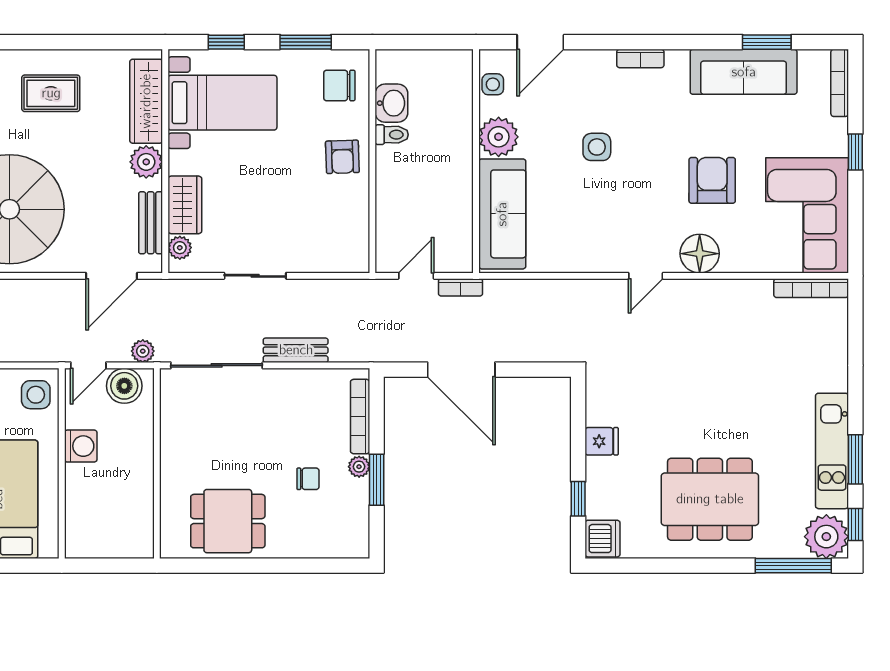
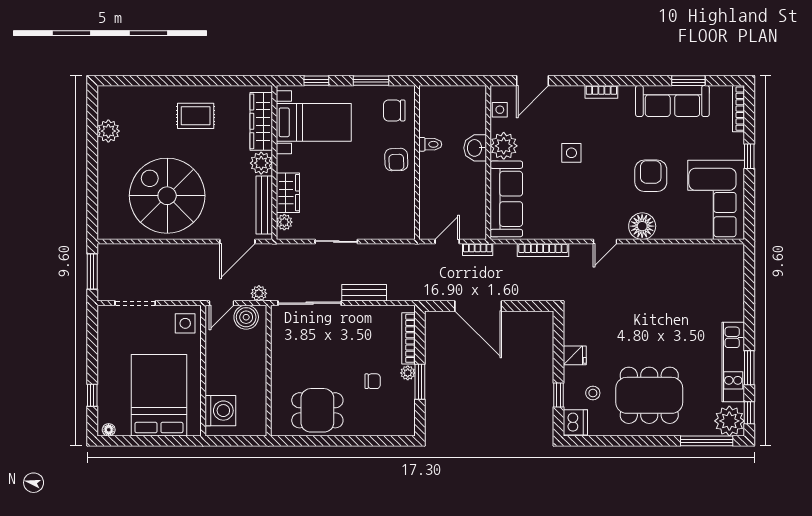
washbasin: (391, 103) -> (475, 148), moved, turned 180
bench: (151, 223) -> (264, 205), width x1.36
bookcase: (811, 288) -> (543, 250), moved
washing machine: (81, 446) -> (220, 411), moved, width x1.37, depth x1.37
stool: (628, 496) -> (593, 393), added

